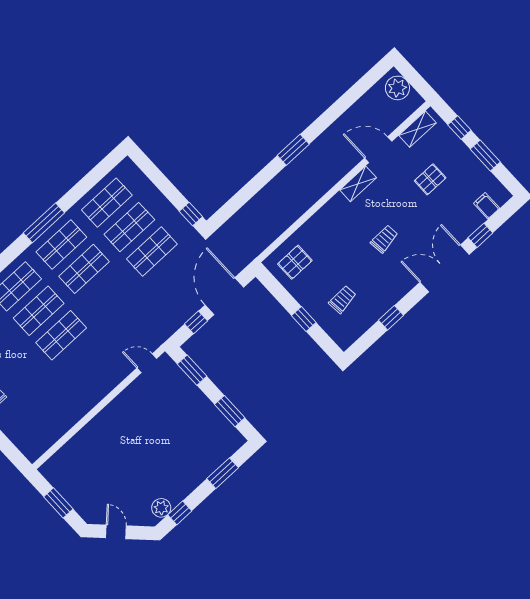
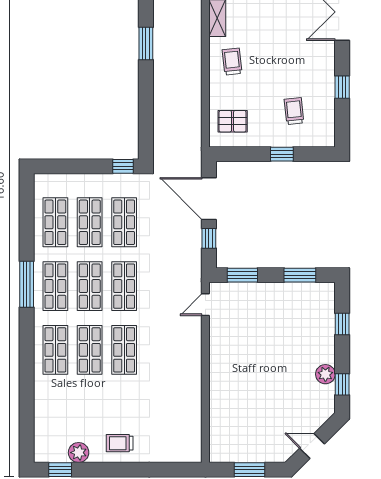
trolley: (384, 239) -> (232, 61), moved
pallet: (295, 262) -> (233, 121), turned 90
shop shelf: (107, 293) -> (124, 286), added
window: (223, 473) -> (342, 324), width x0.67
plant: (161, 508) -> (325, 374), moved

